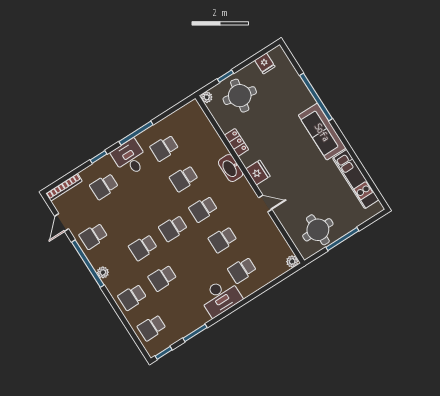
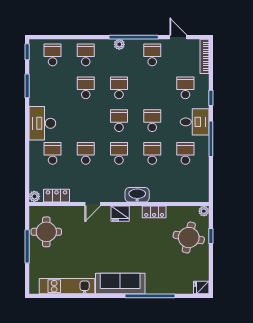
fridge: (265, 63) -> (201, 288), moved
school desk: (154, 198) -> (152, 121), added
locker: (279, 242) -> (56, 196), added

